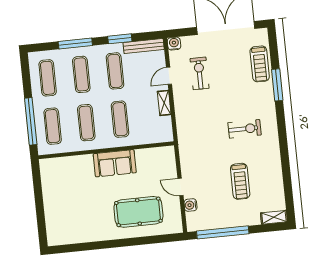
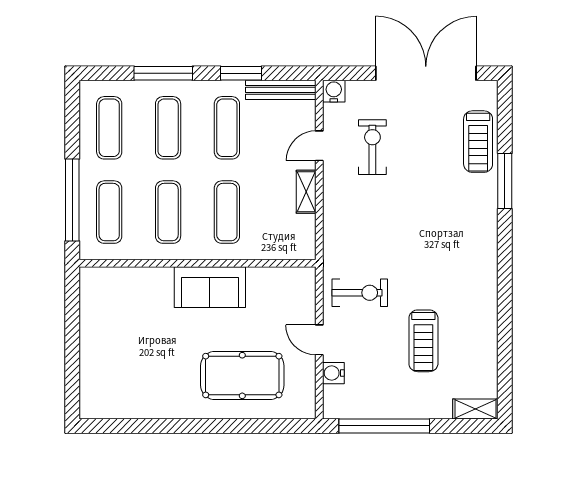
exercise bike: (245, 129) -> (360, 293), moved

